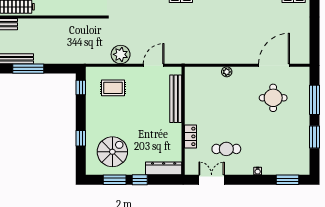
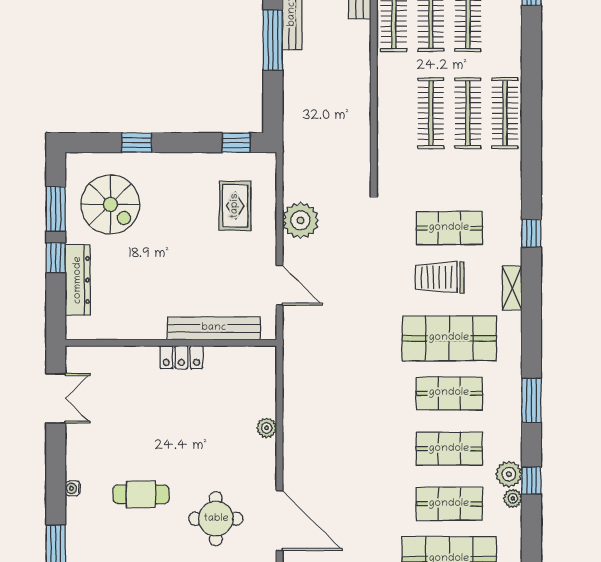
locker: (190, 136) -> (181, 357), moved
cafe table: (226, 149) -> (141, 494), moved, turned 90
dresser: (164, 168) -> (78, 280), moved

